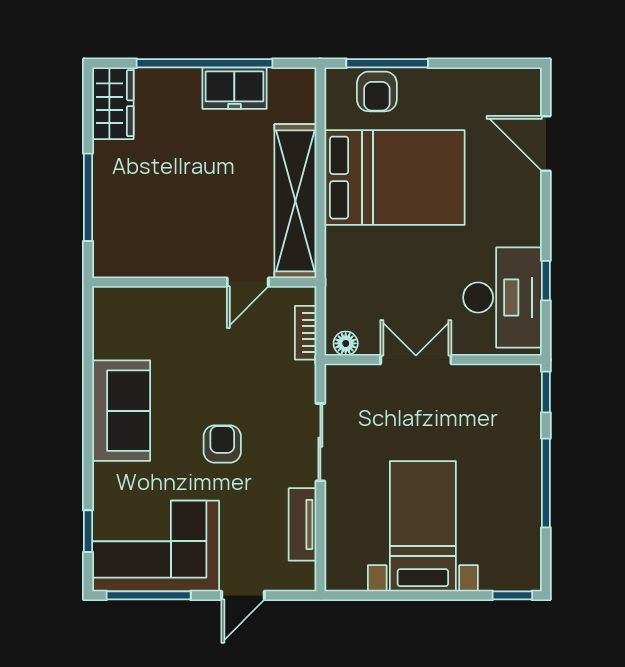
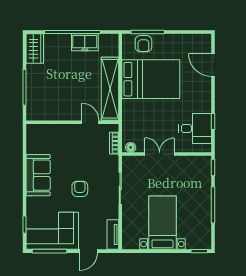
door: (248, 282) -> (90, 122), swing flipped
desk: (502, 298) -> (195, 129), width x0.73
tv unit: (302, 524) -> (113, 235), moved

